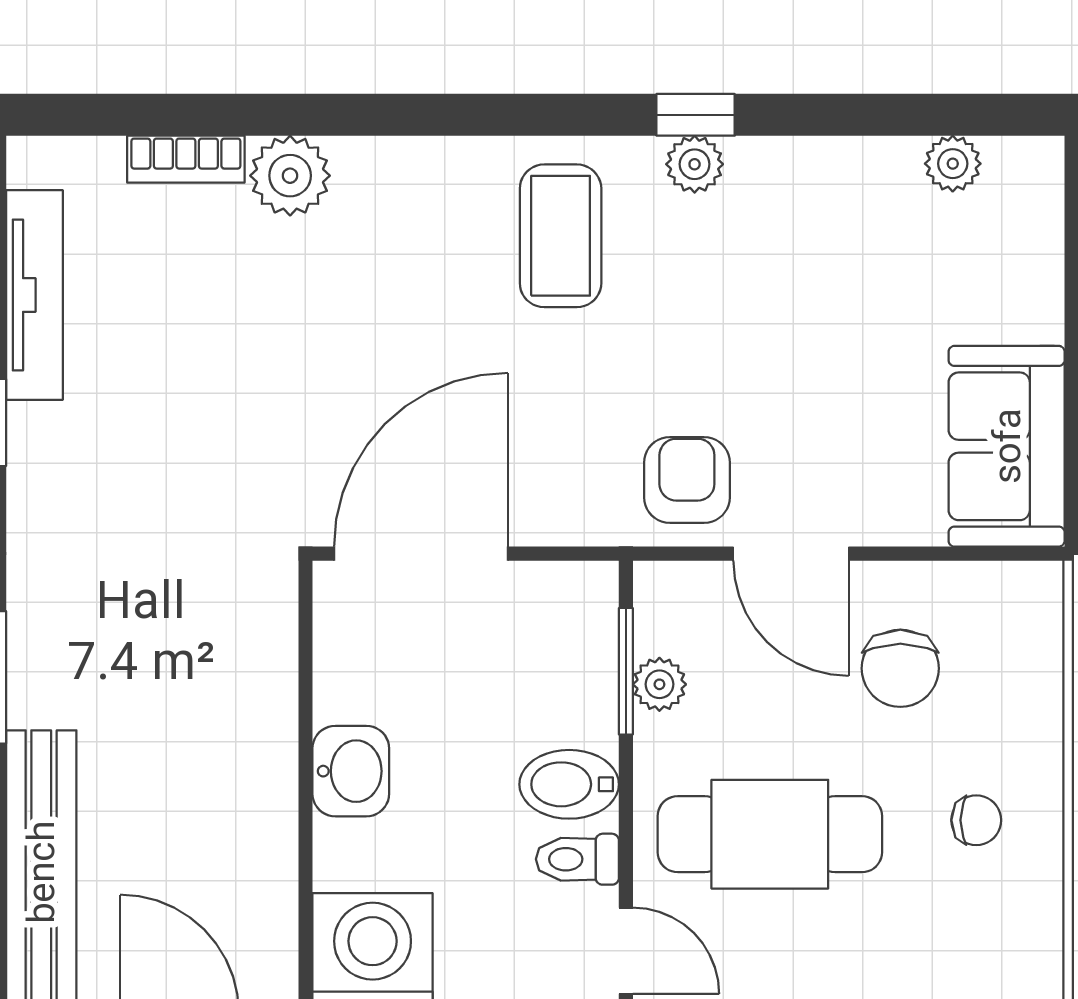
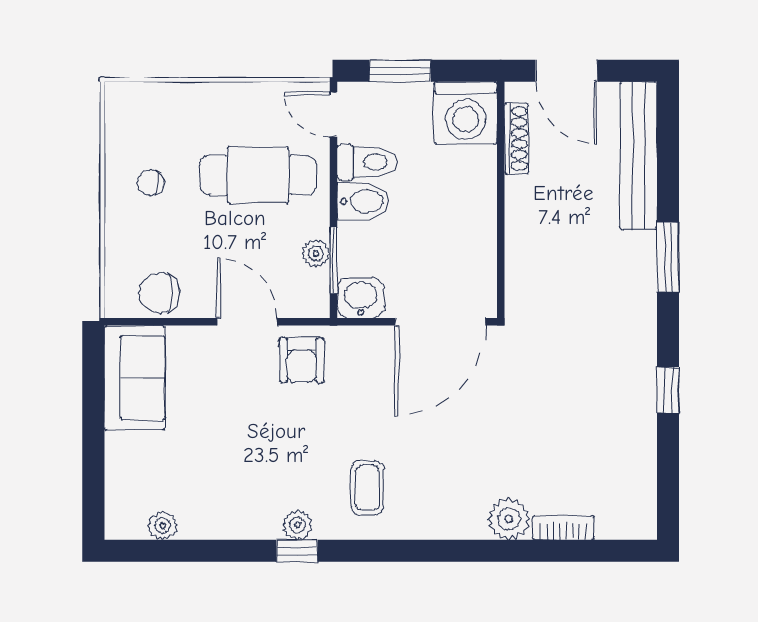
coffee table: (561, 236) -> (367, 488), width x0.73, depth x0.77
tv unit: (34, 295) -> (642, 457), removed
chair: (900, 668) -> (159, 293), moved, turned -90
washbasin: (351, 771) -> (361, 298), moved, turned 90
toilet: (577, 859) -> (367, 162), width x1.37, depth x1.39
shoe rack: (276, 905) -> (516, 138), added

